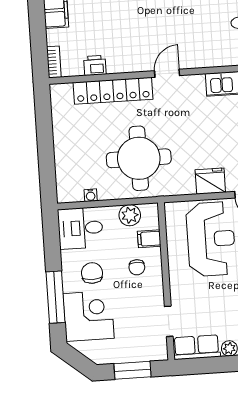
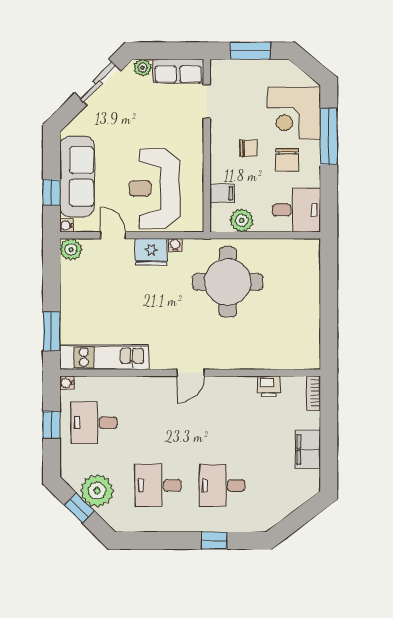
locker: (113, 91) -> (251, 357), removed
water cooler: (91, 195) -> (175, 245), moved
chair: (137, 267) -> (248, 148), moved, turned 90

